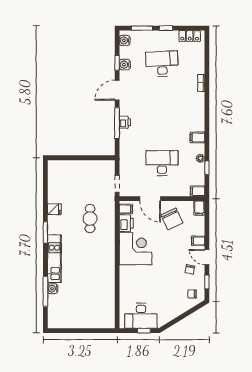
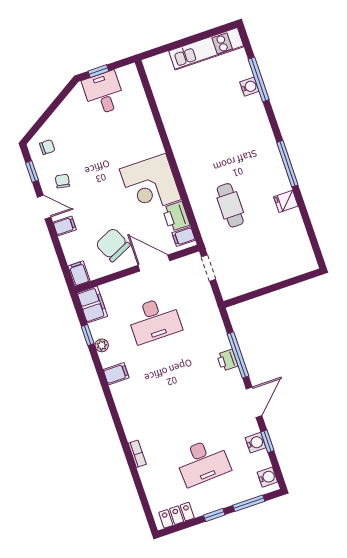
filing cabinet: (198, 191) -> (92, 305), width x2.00
window: (45, 232) -> (287, 164), width x1.44
kitchen unit: (54, 259) -> (206, 49), moved, turned -90
desk: (141, 316) -> (104, 93), width x0.73

